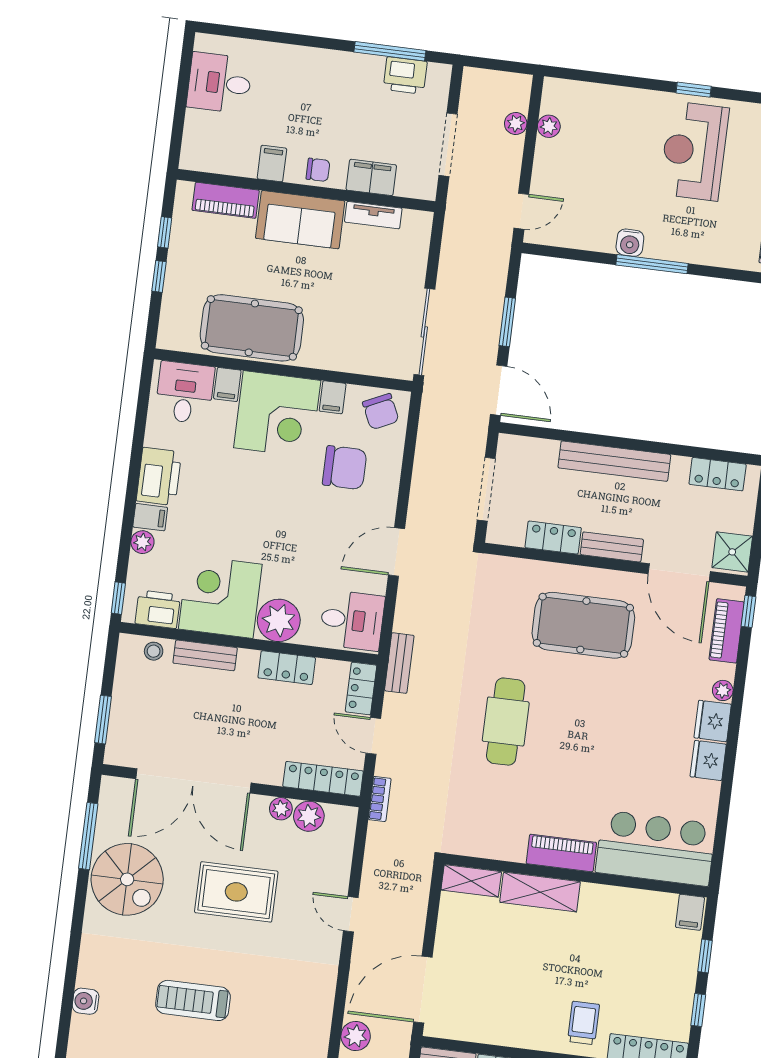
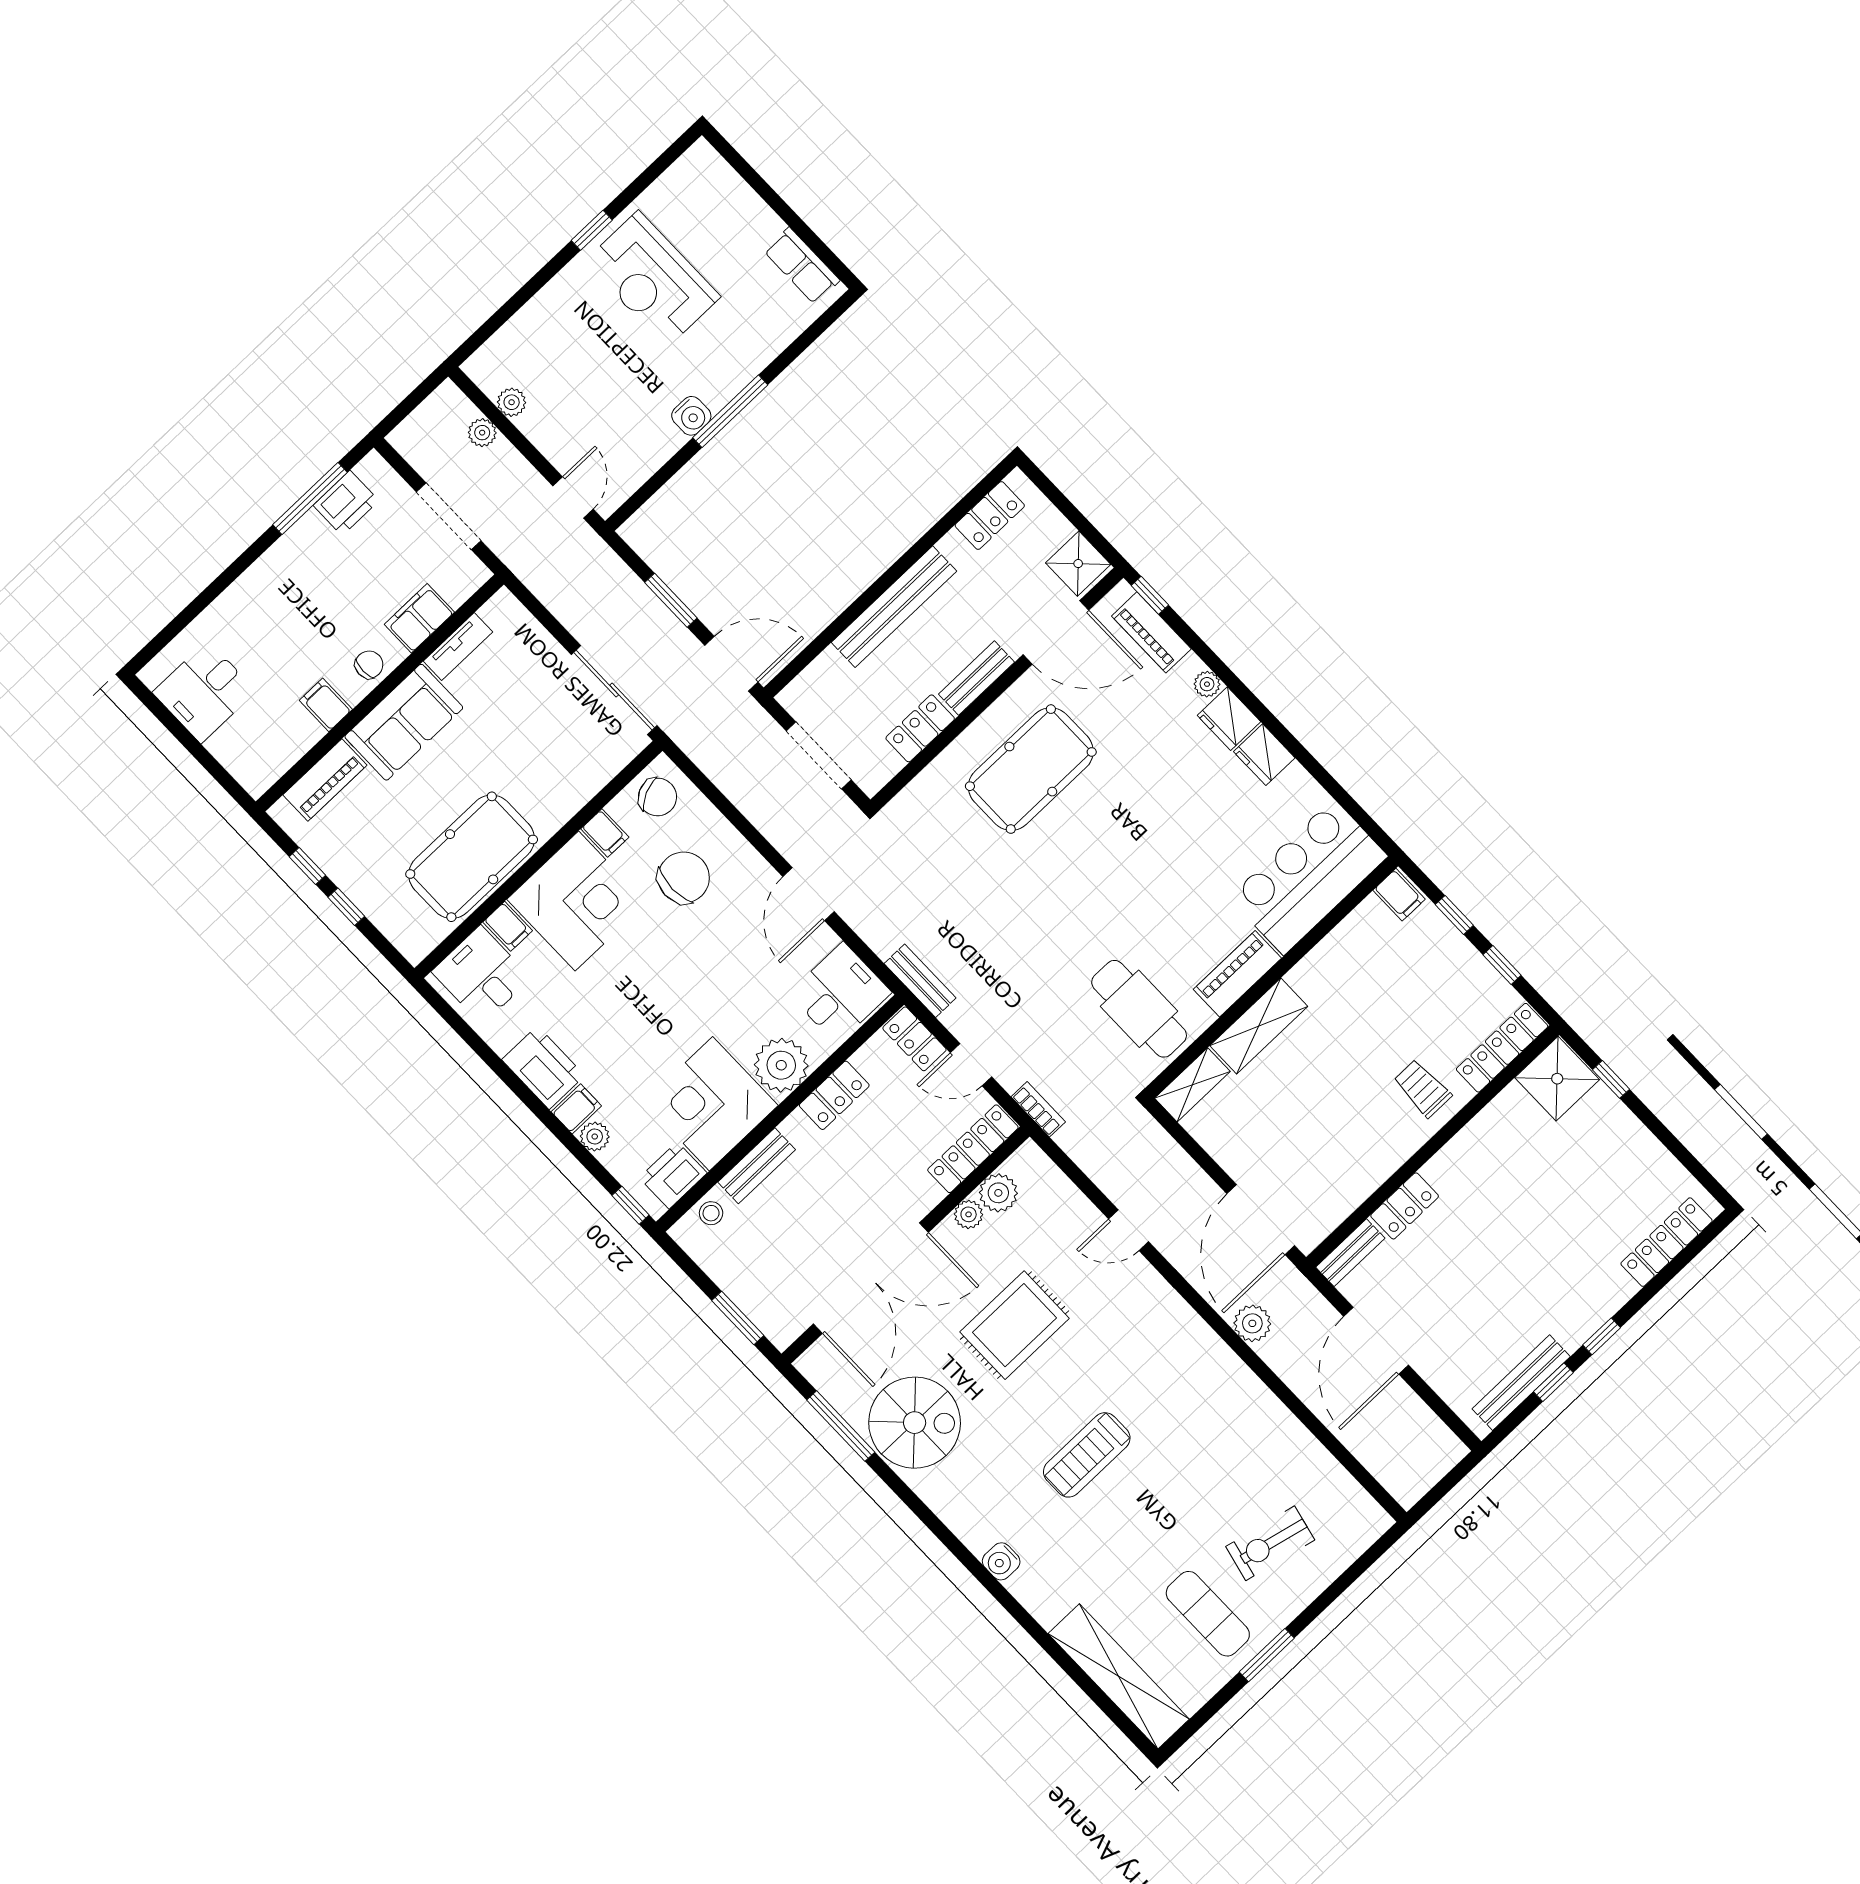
cafe table: (506, 722) -> (1139, 1009), moved

